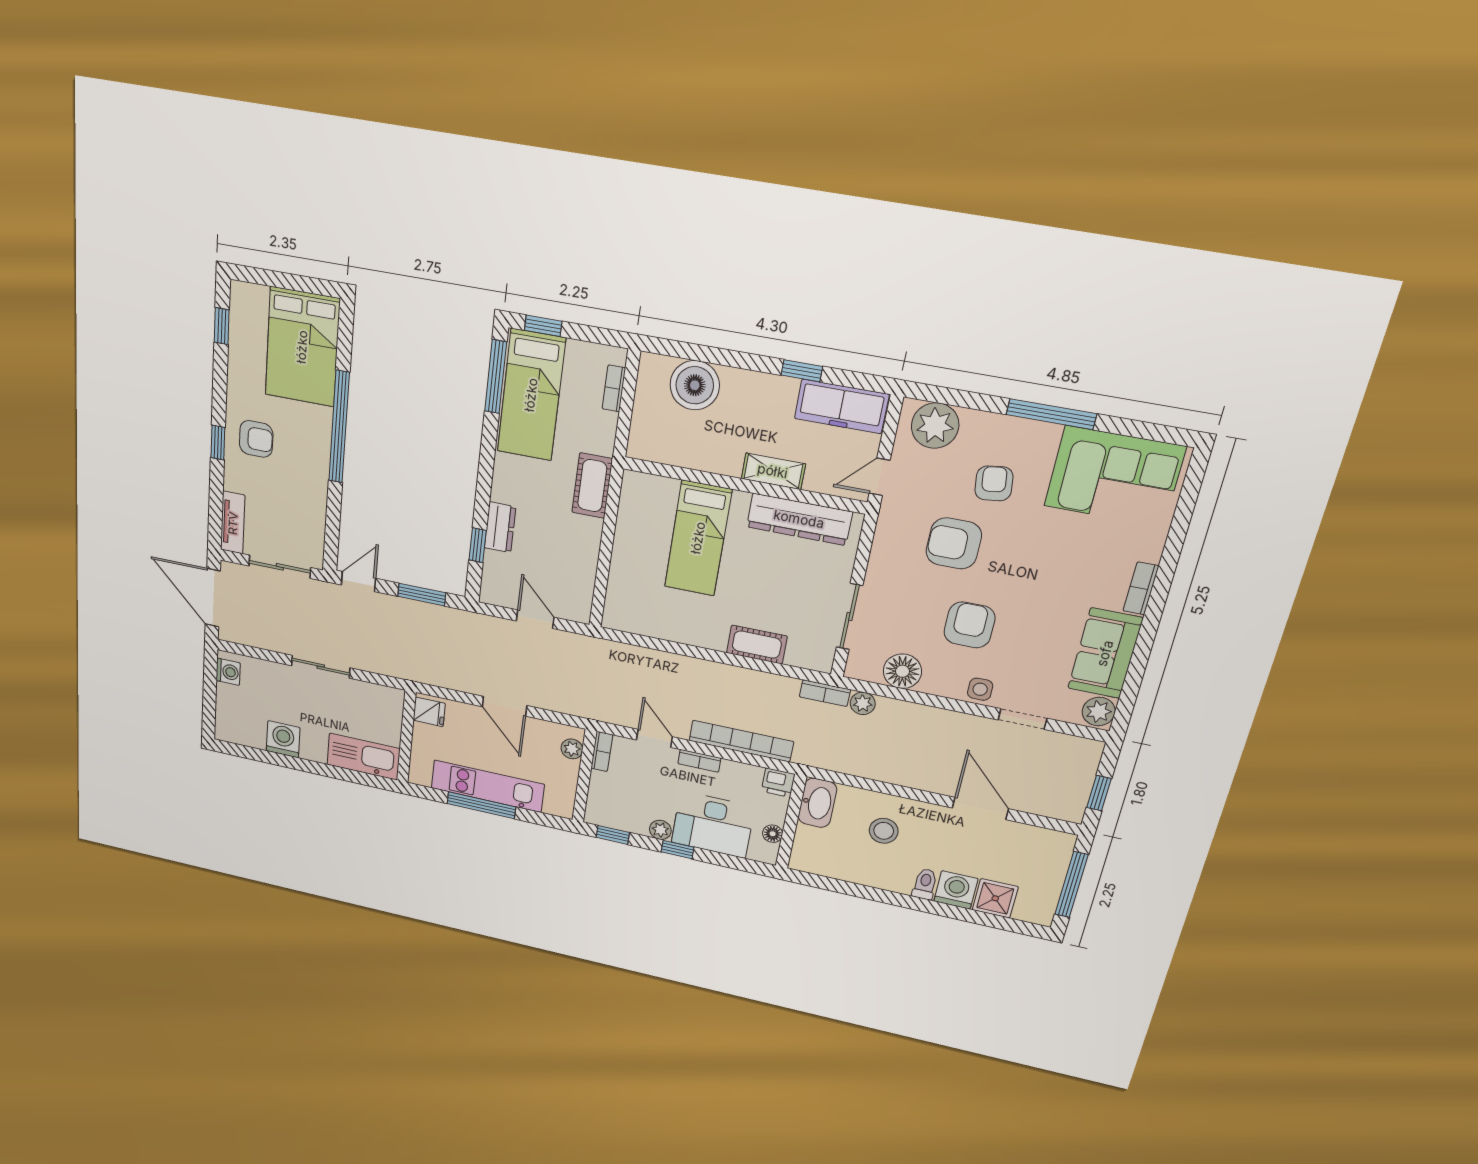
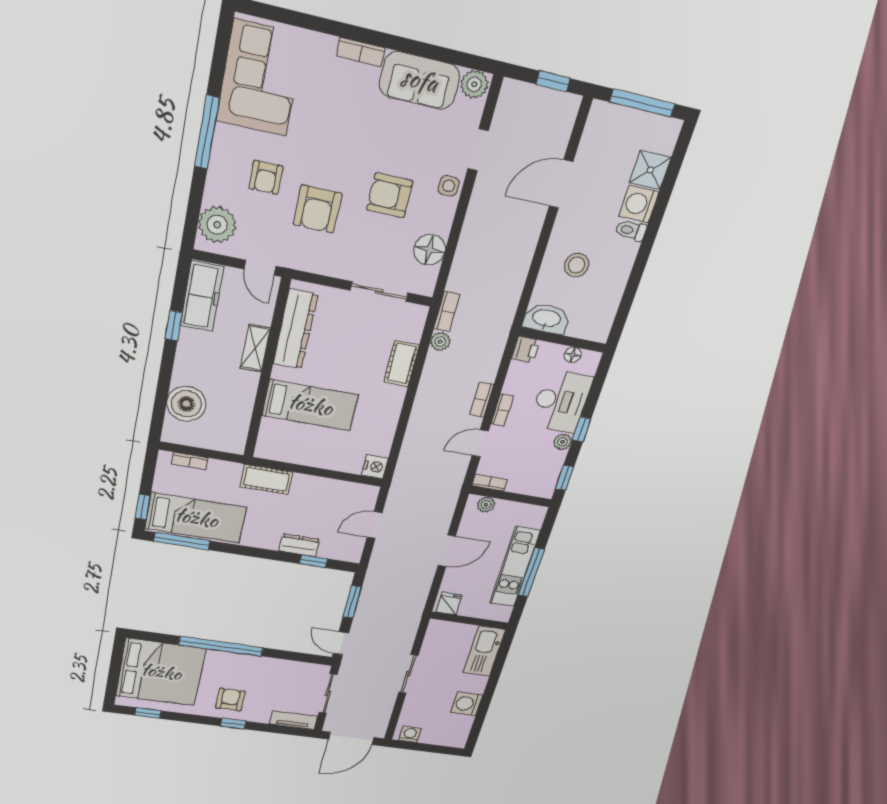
bed: (302, 347) -> (161, 672), width x1.36
armchair: (994, 483) -> (266, 177), turned -83
nightstand: (617, 617) -> (375, 467), added
plant: (863, 703) -> (440, 342), moved
bookcase: (741, 741) -> (482, 400), width x0.43, depth x0.76

